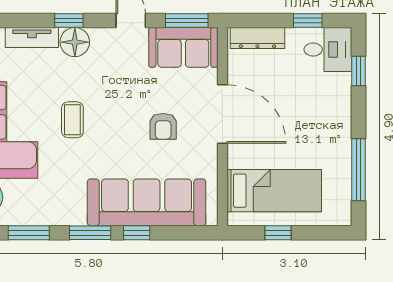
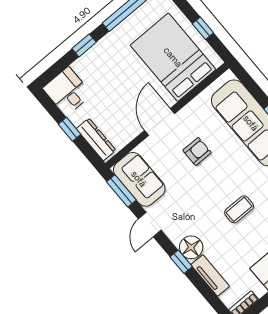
window: (308, 21) -> (69, 129), moved
window: (359, 71) -> (84, 45), moved
door: (222, 114) -> (160, 122), width x0.73
bed: (274, 191) -> (173, 57), width x1.50

